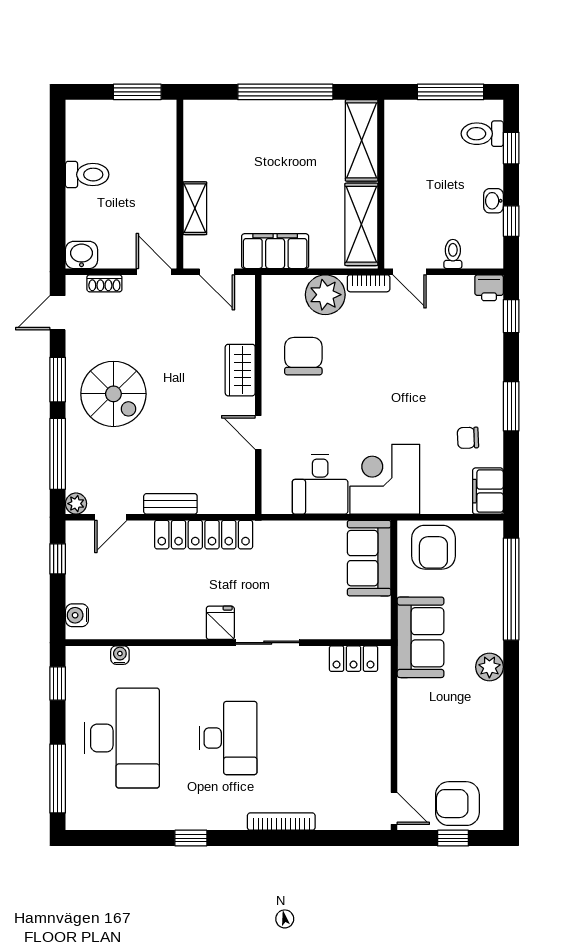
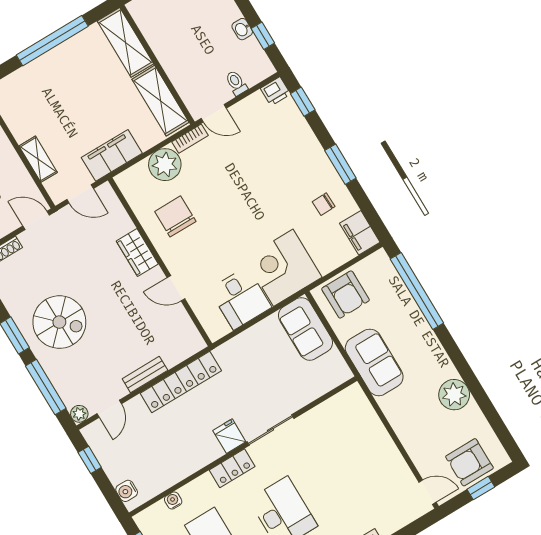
locker: (353, 659) -> (232, 468), moved
plant: (489, 667) -> (454, 395), moved, width x1.36, depth x1.36

